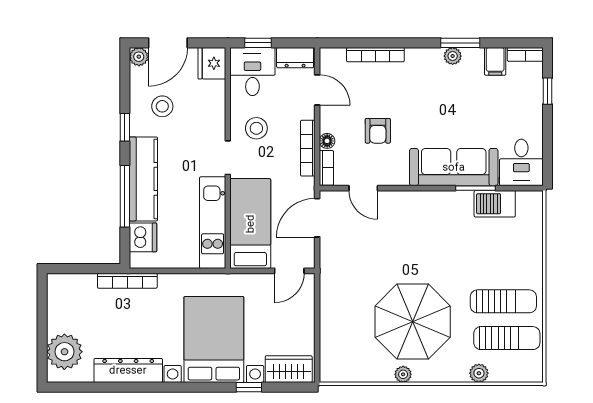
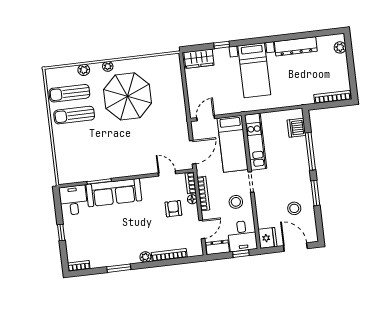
door: (168, 43) -> (295, 247), hinge flipped
plant: (453, 56) -> (145, 257), moved
plant: (139, 57) -> (312, 237), removed
filing cabinet: (495, 61) -> (96, 259), removed
door: (317, 90) -> (202, 229), swing flipped
window: (548, 91) -> (61, 233), moved
window: (125, 127) -> (315, 193), width x1.50
armchair: (378, 131) -> (173, 209), moved
kitchen counter: (143, 179) -> (300, 163), removed
barbecue: (495, 204) -> (86, 173), removed
bookcase: (127, 281) -> (332, 97), moved
bed with nightstands: (214, 339) -> (254, 70), width x0.73
plant: (64, 352) -> (340, 47), width x0.53, depth x0.53
plant: (403, 374) -> (108, 66), moved

